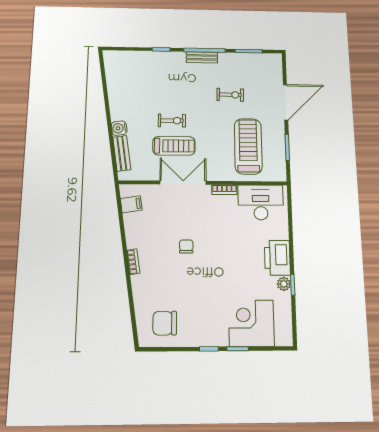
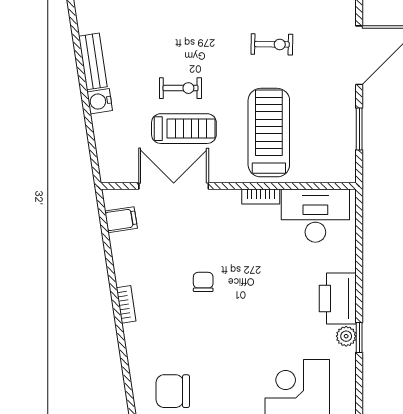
treadmill: (248, 146) -> (269, 133), moved
bench: (122, 153) -> (93, 61), moved
double door: (183, 183) -> (174, 186), moved

